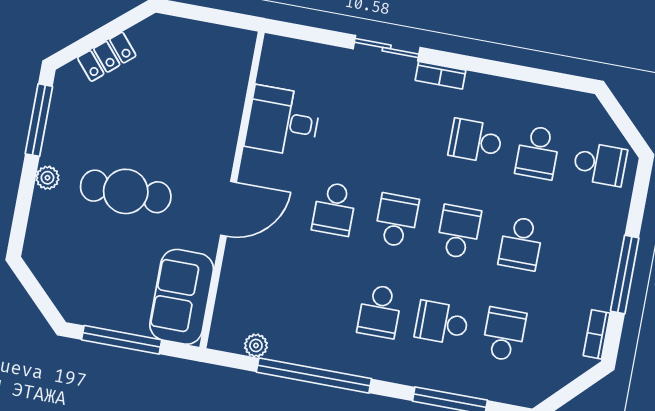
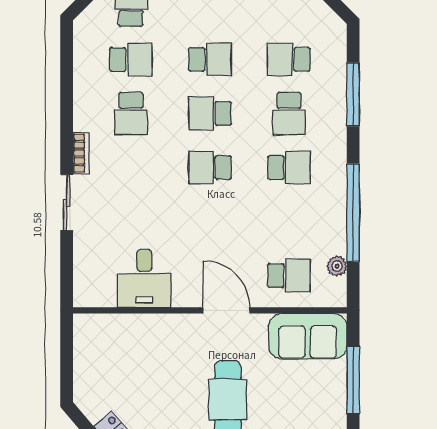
school desk: (334, 209) -> (289, 276), moved

